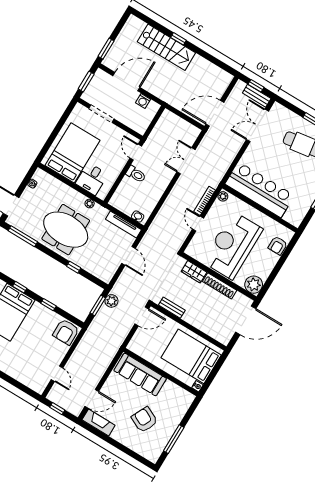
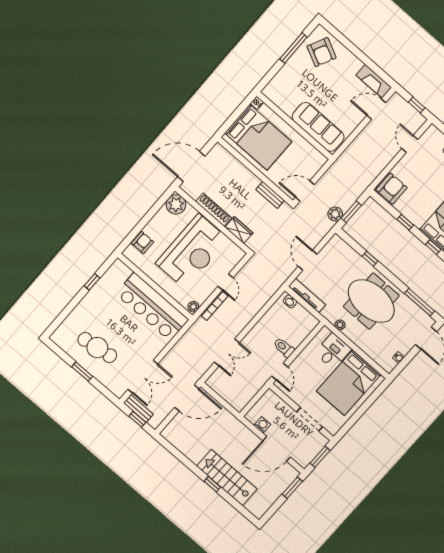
armchair: (144, 420) -> (322, 52), moved

